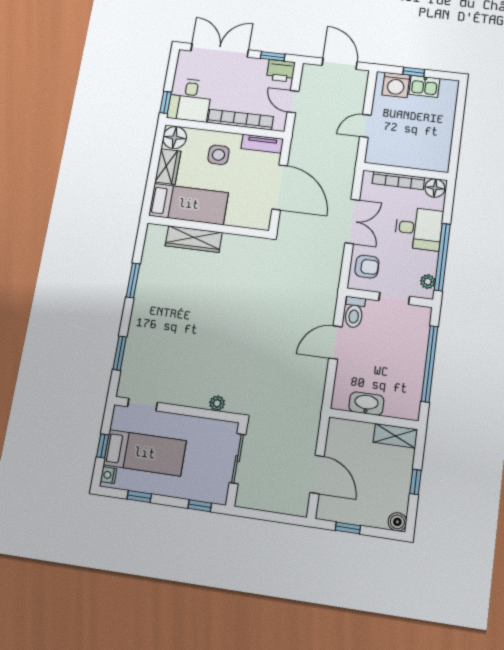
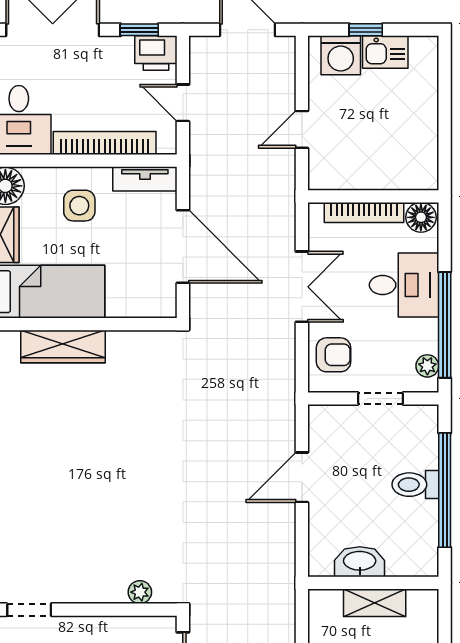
toilet: (354, 312) -> (415, 485), moved, turned 90
shelving: (395, 436) -> (375, 603), moved

